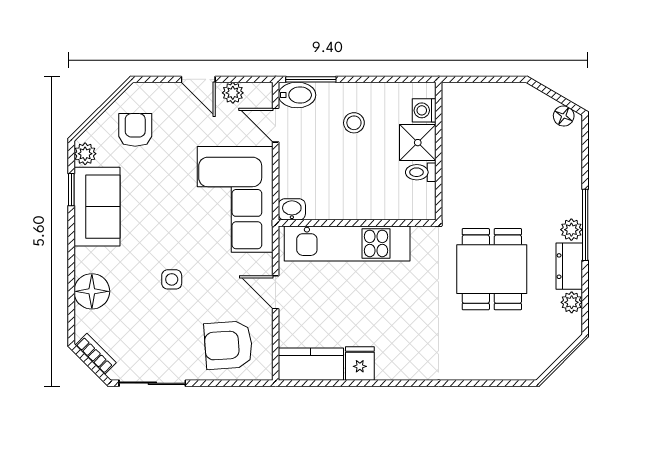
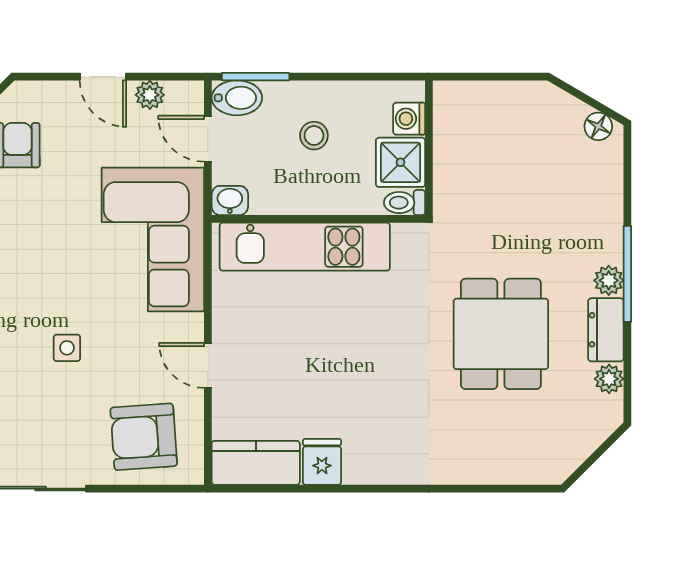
washbasin: (292, 209) -> (230, 200), moved
wall: (357, 223) -> (318, 219), moved
kitchen unit: (347, 243) -> (305, 247), moved

